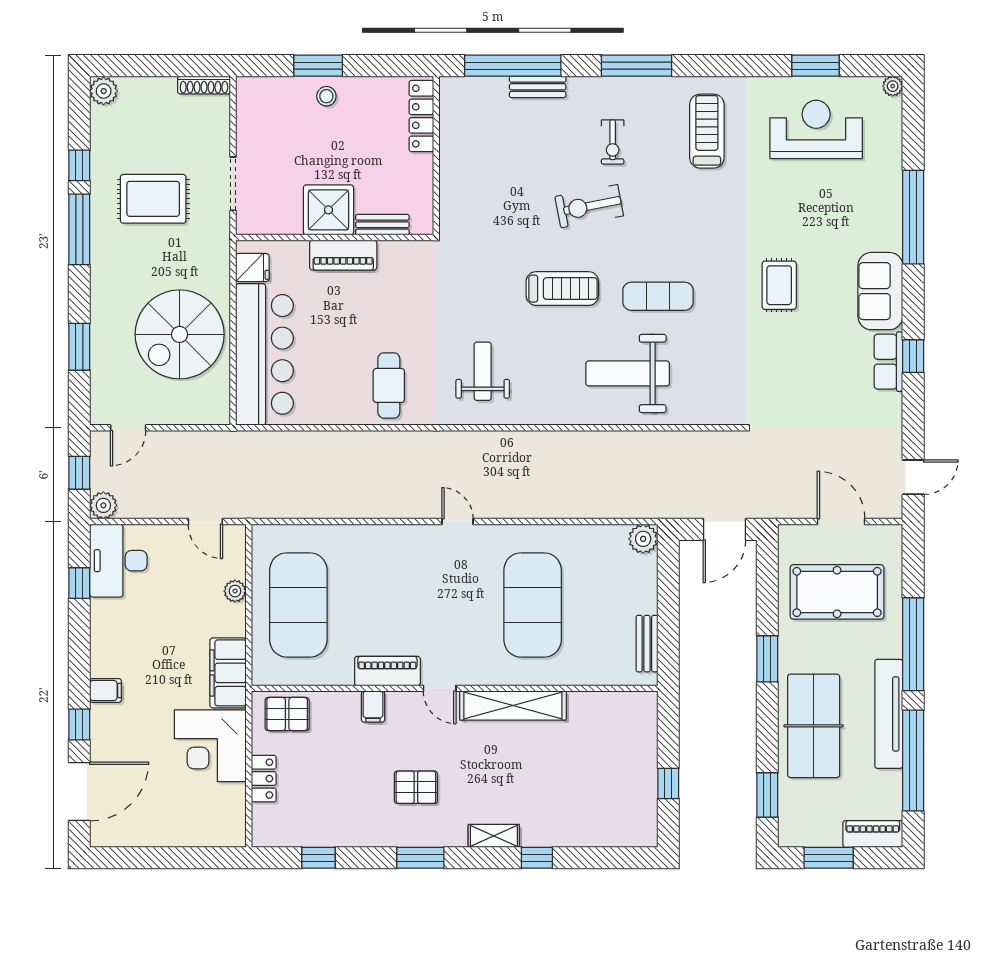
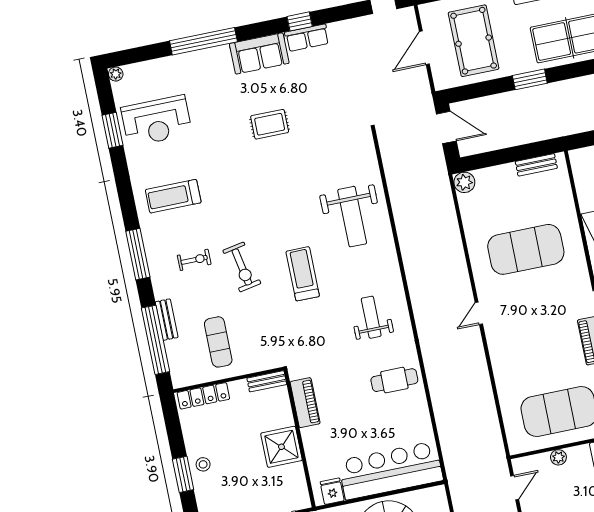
reception desk: (816, 129) -> (157, 121), turned -90
bench: (382, 225) -> (267, 381), moved, turned 90
piano: (343, 255) -> (305, 403), moved
exercise mat: (658, 296) -> (218, 342), moved
weight bench: (483, 371) -> (371, 317), turned 90

